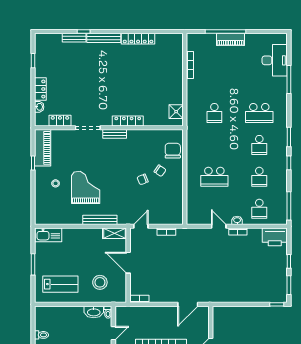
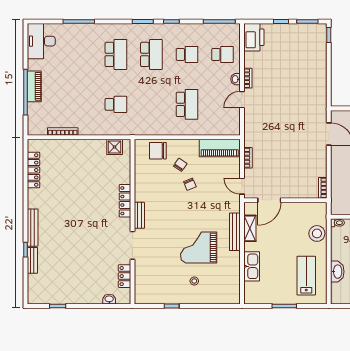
locker: (138, 39) -> (33, 170), moved
desk: (275, 60) -> (41, 41), moved, turned -90
locker: (40, 89) -> (89, 298), removed
school desk: (259, 145) -> (151, 54), width x1.85
piano: (43, 148) -> (220, 148), moved, turned 180
shelving: (114, 233) -> (250, 228), moved
kitchen sink: (48, 235) -> (252, 266), moved
door: (128, 263) -> (269, 200), moved
stool: (100, 282) -> (317, 233), moved
washbasin: (94, 312) -> (337, 272), moved

